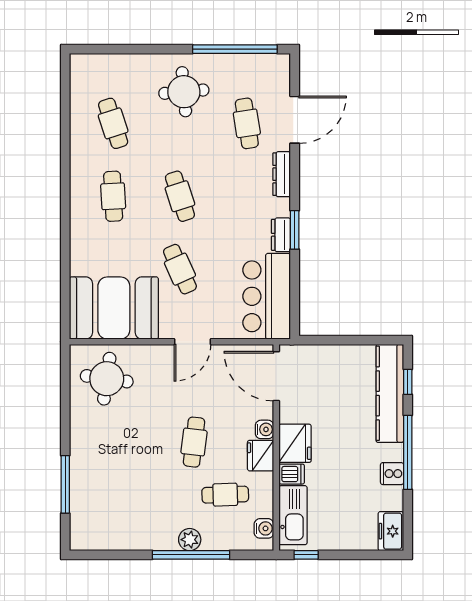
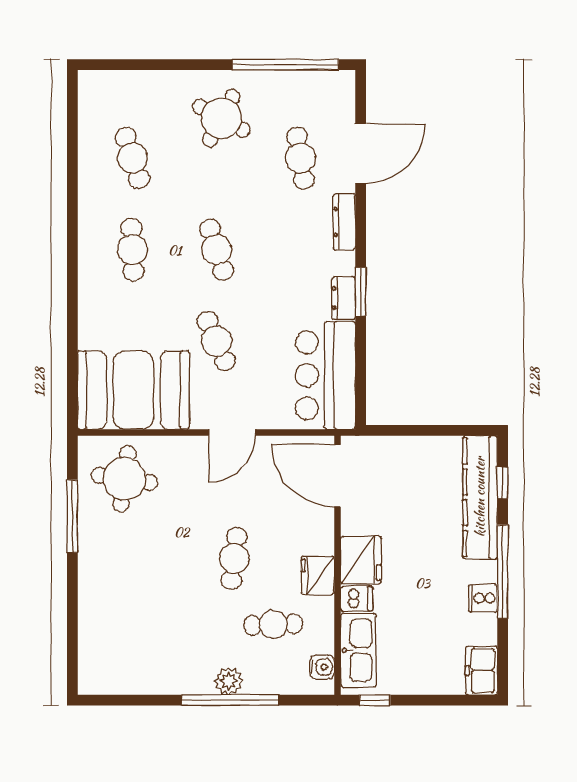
round table: (184, 92) -> (221, 118), turned 33
water cooler: (265, 429) -> (323, 543), removed
window: (65, 484) -> (72, 516), moved

